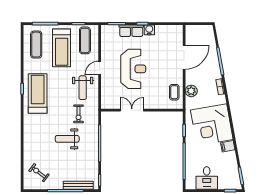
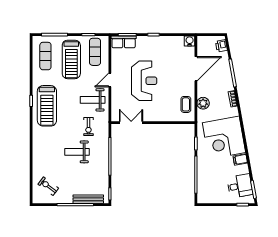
water cooler: (149, 30) -> (190, 41), moved
row of seats: (131, 31) -> (124, 42), moved
printer: (209, 35) -> (221, 46), added
weight bench: (83, 88) -> (93, 100), turned 90
treadmill: (38, 94) -> (47, 106), turned 180
double door: (132, 110) -> (131, 123), moved
desk: (207, 178) -> (240, 186), moved, turned -100

